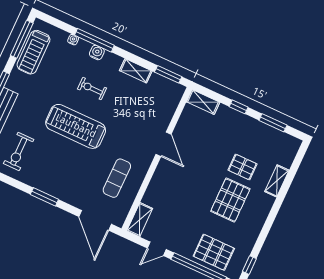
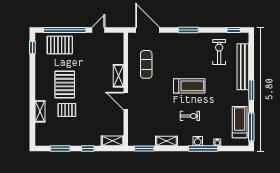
treadmill: (76, 126) -> (189, 86), width x0.73, depth x0.73
shelving: (140, 220) -> (119, 76), moved

